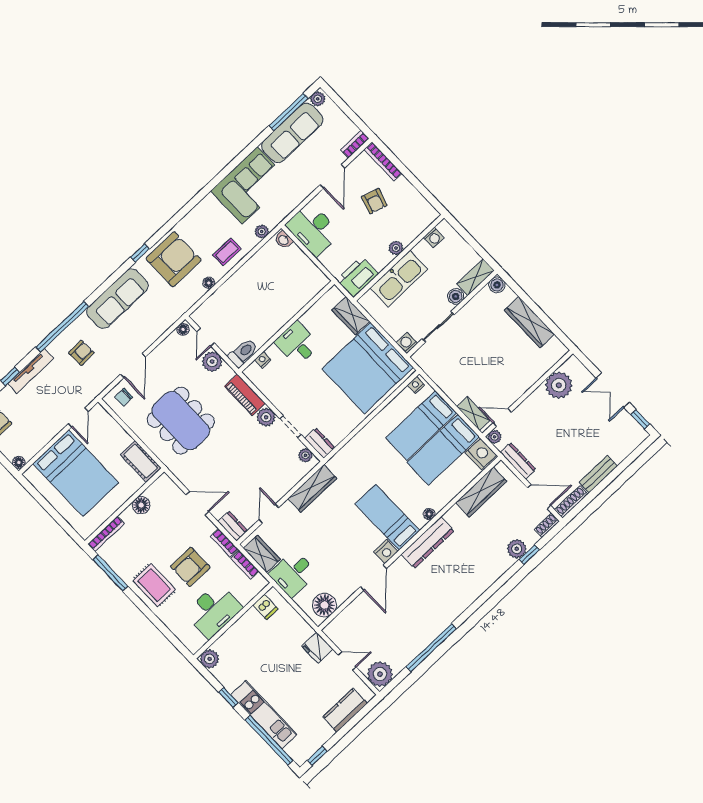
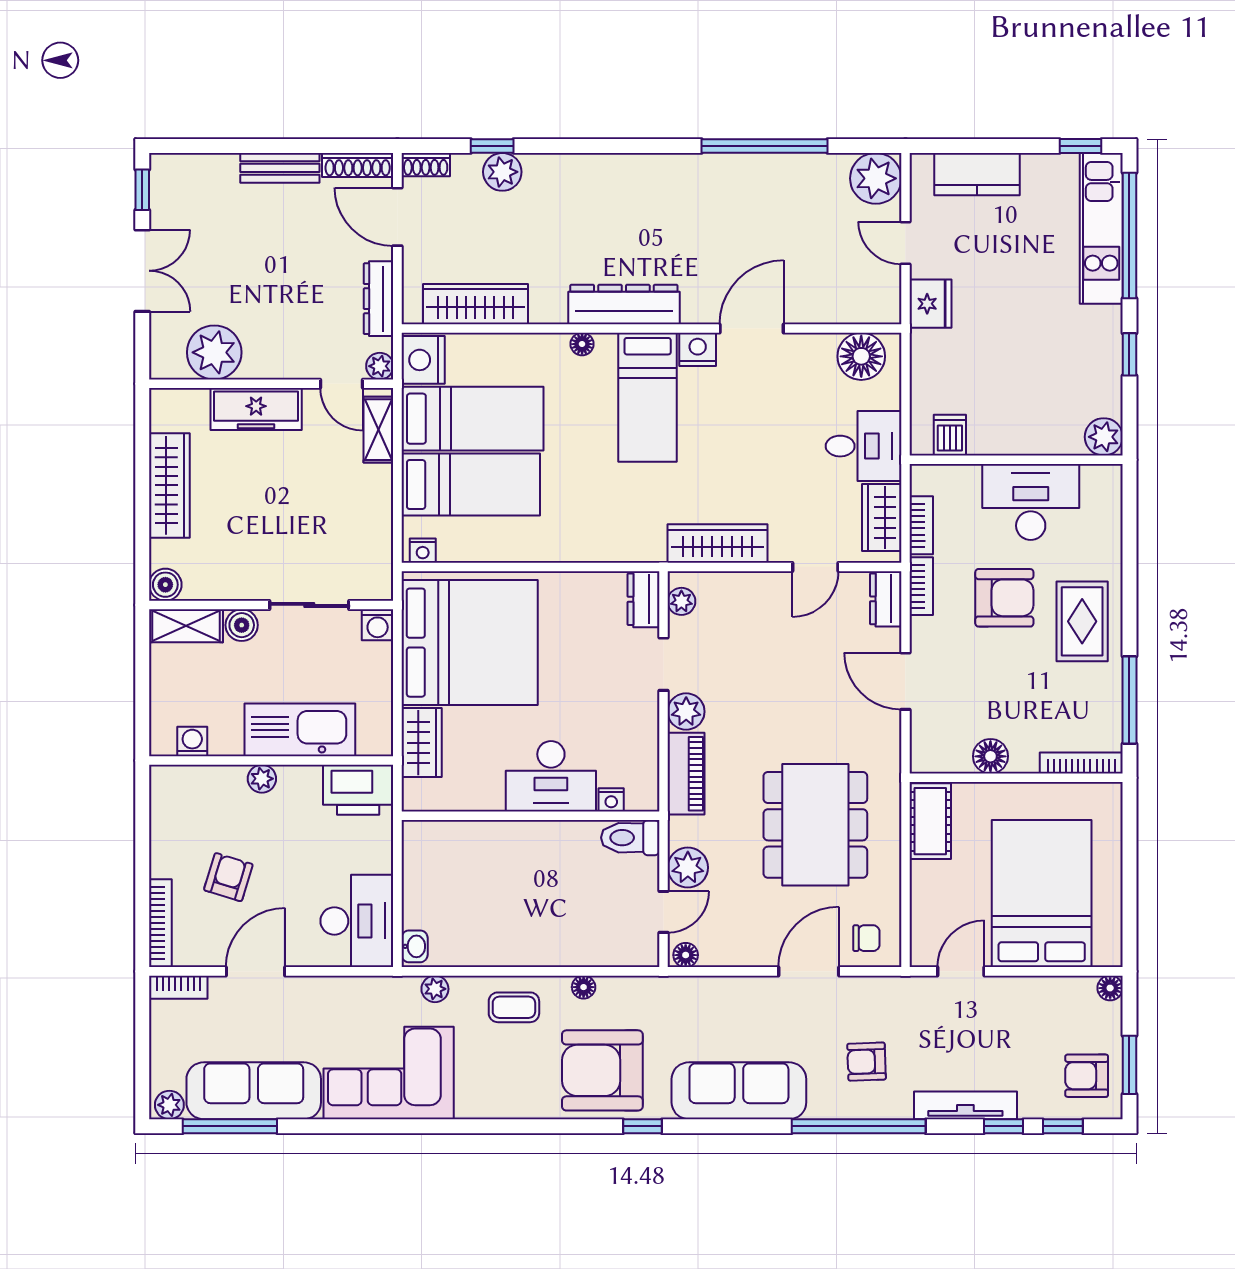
desk: (297, 344) -> (551, 776), width x1.37
freezer: (524, 379) -> (256, 409), added
kitchen unit: (264, 714) -> (1101, 228), moved

